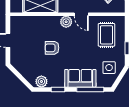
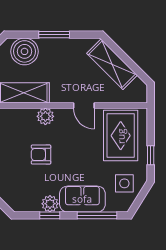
plant: (66, 22) -> (45, 116), moved
rug: (106, 35) -> (121, 136), width x1.36, depth x1.43
plant: (41, 81) -> (50, 204), moved

